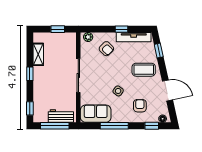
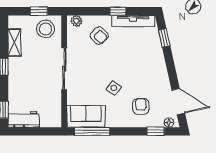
stool: (63, 43) -> (45, 29), added
coffee table: (144, 70) -> (146, 62), removed
door: (167, 90) -> (178, 102), moved
workbench: (61, 116) -> (24, 119), moved
window: (55, 126) -> (35, 131), removed
window: (114, 126) -> (92, 131), moved

